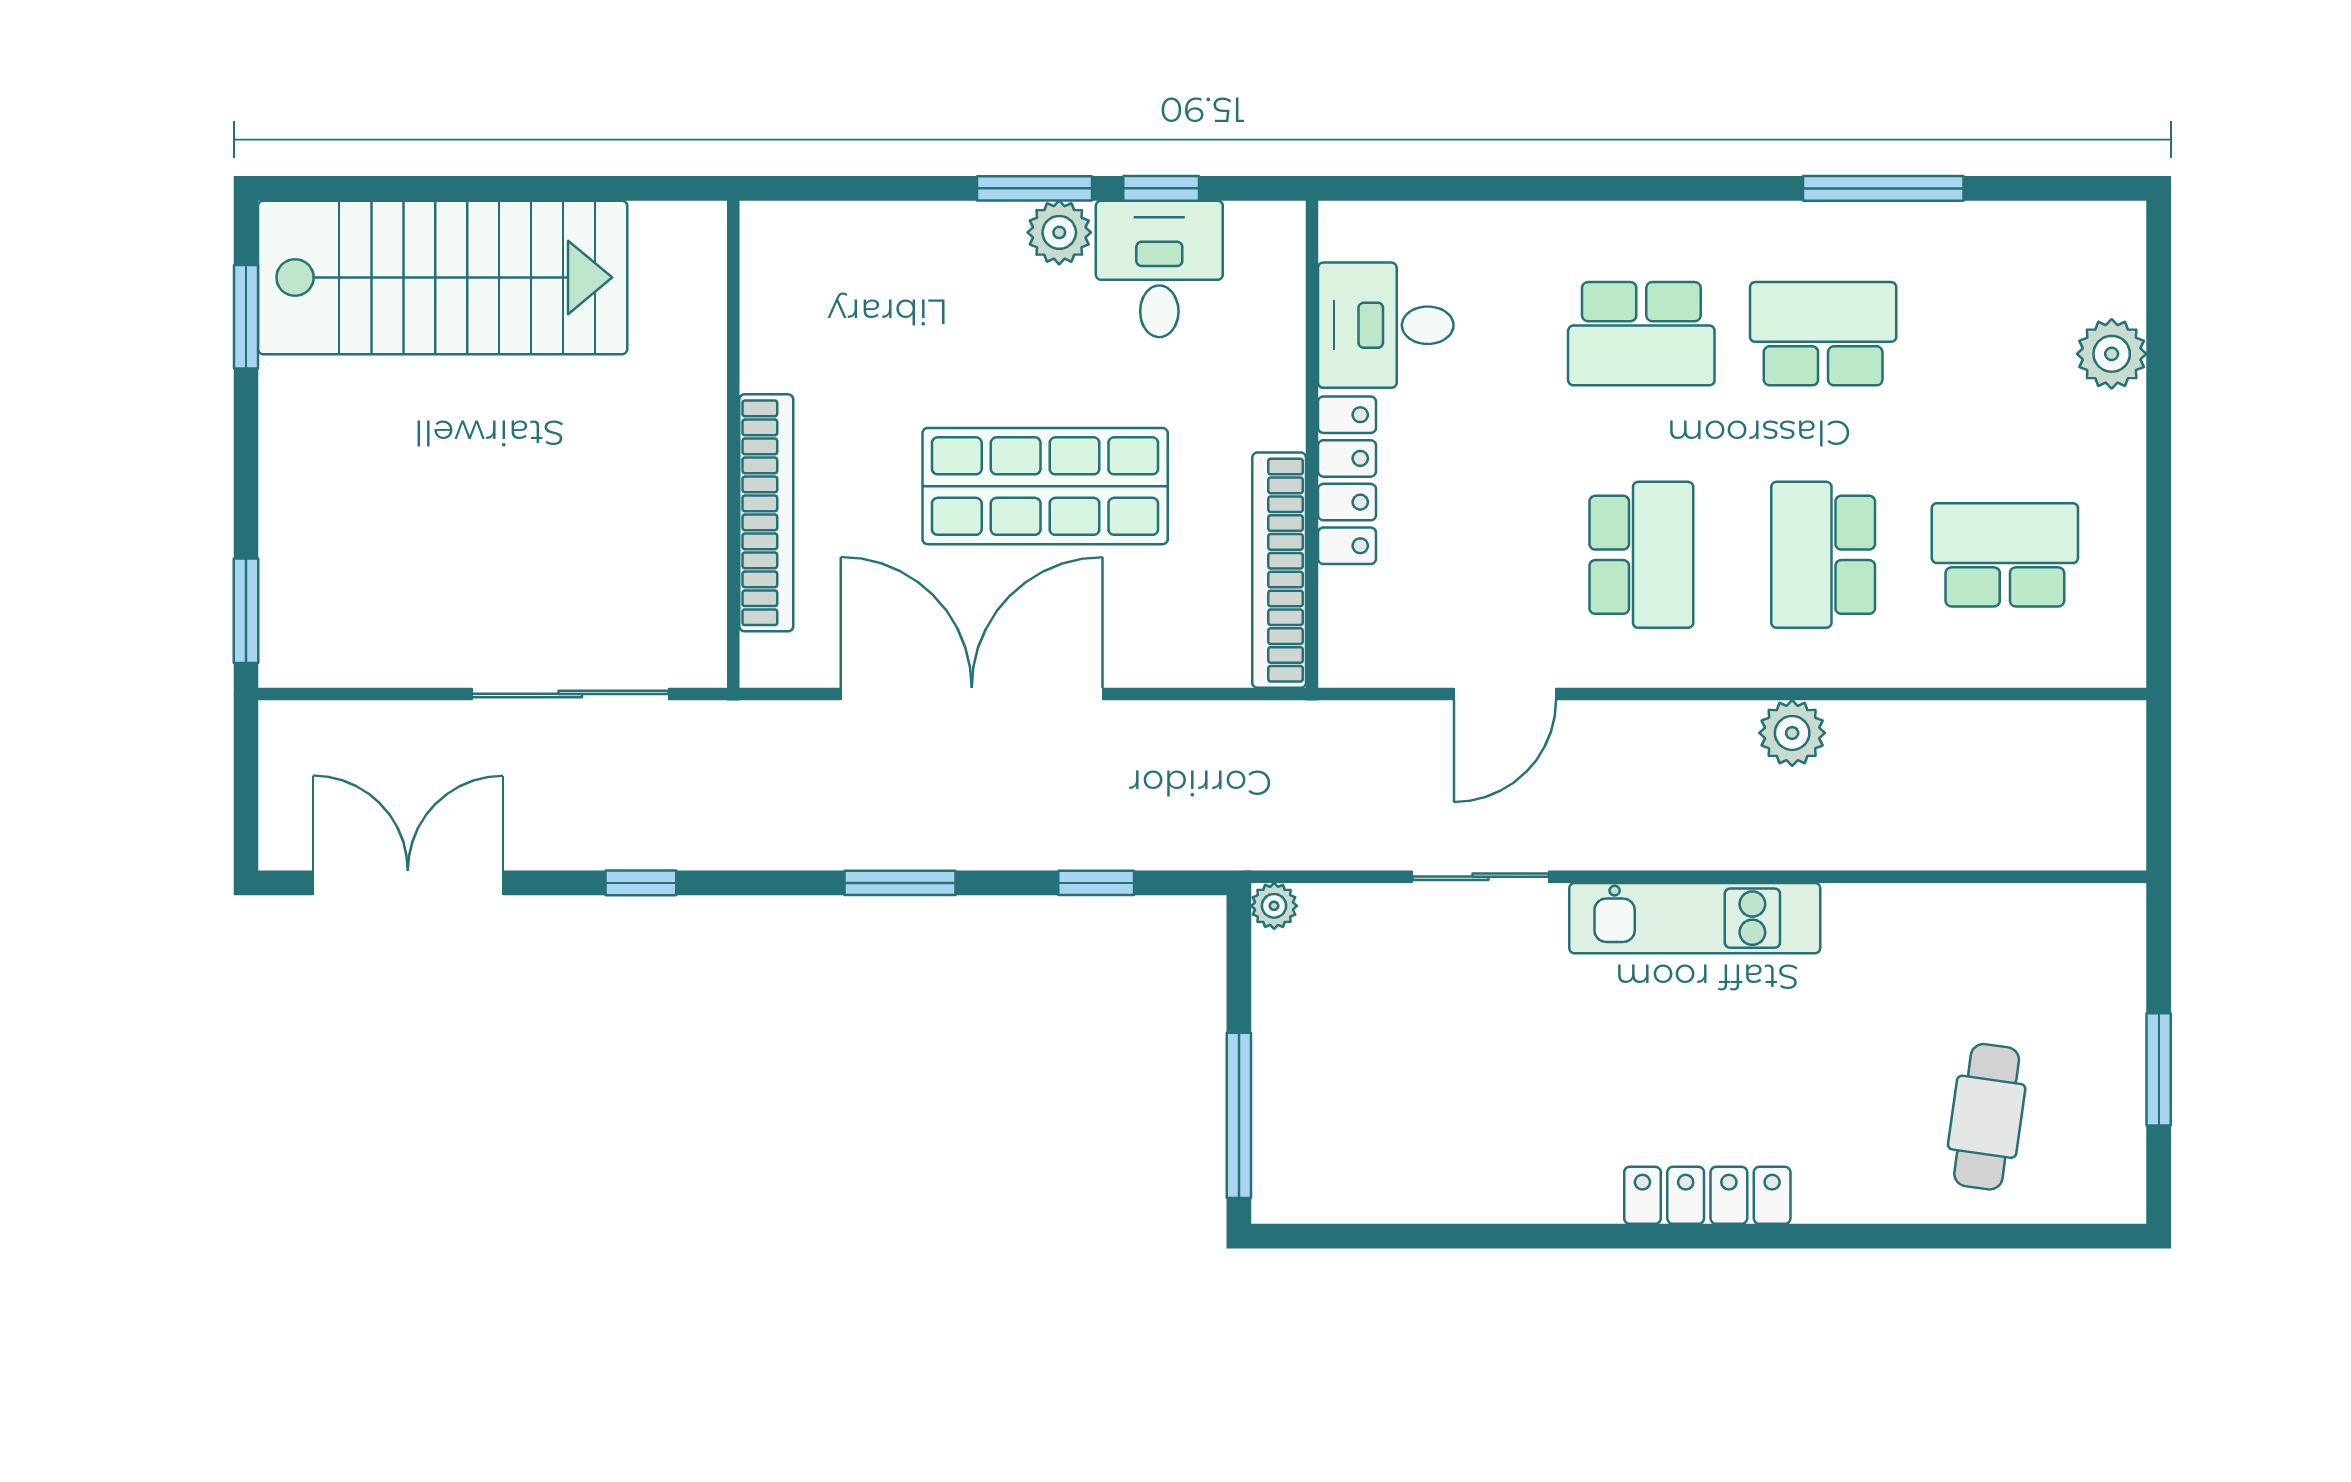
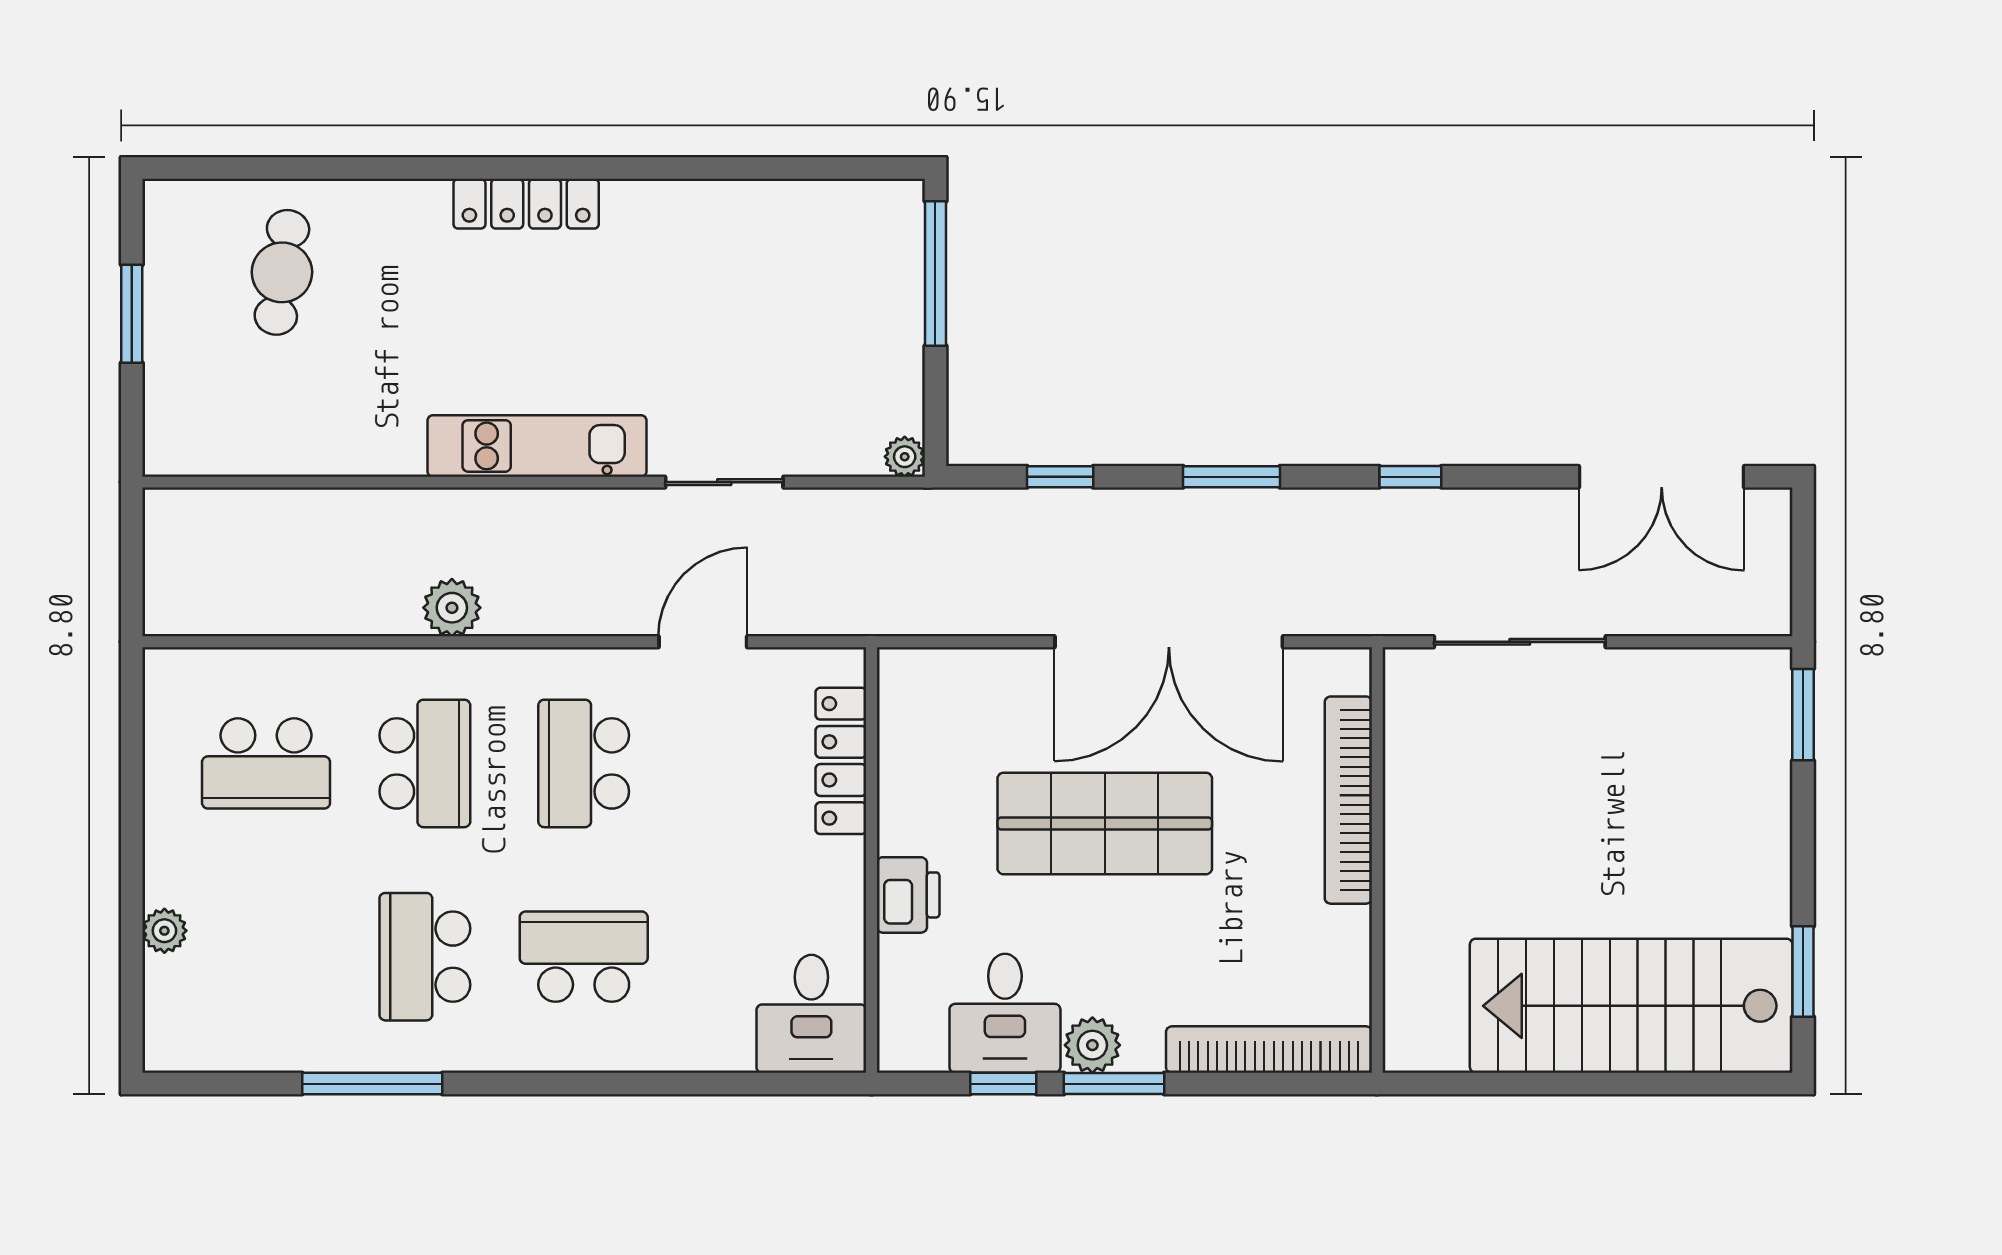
desk: (1386, 325) -> (811, 1014), moved, turned 90
school desk: (1823, 334) -> (425, 957), turned 90
plant: (2112, 354) -> (164, 931), width x0.73, depth x0.73
printer: (1270, 404) -> (908, 895), added
locker: (1347, 480) -> (841, 761), moved
bookcase: (1279, 570) -> (1269, 1050), moved, turned -90
window: (641, 883) -> (1410, 477), moved

